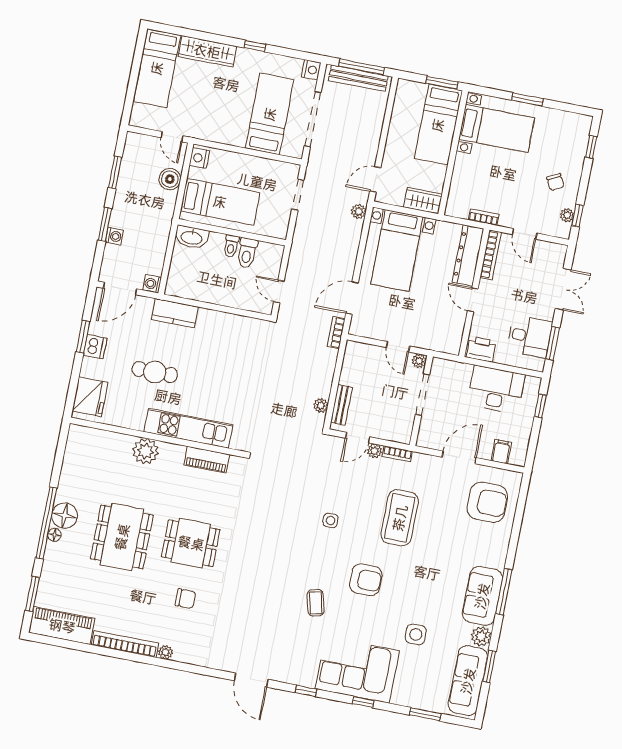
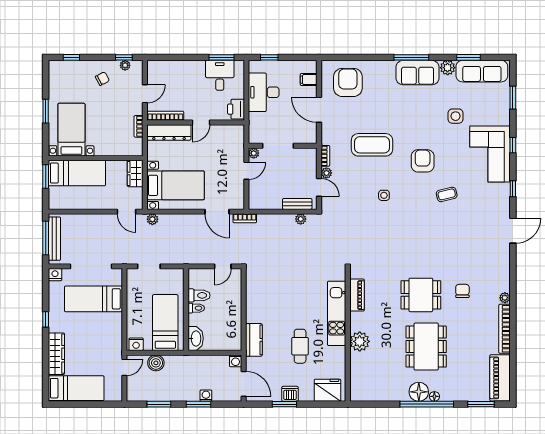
double door: (563, 289) -> (180, 57), removed
dining table: (122, 537) -> (426, 347), turned 90
dining table: (191, 543) -> (421, 295), turned 90

